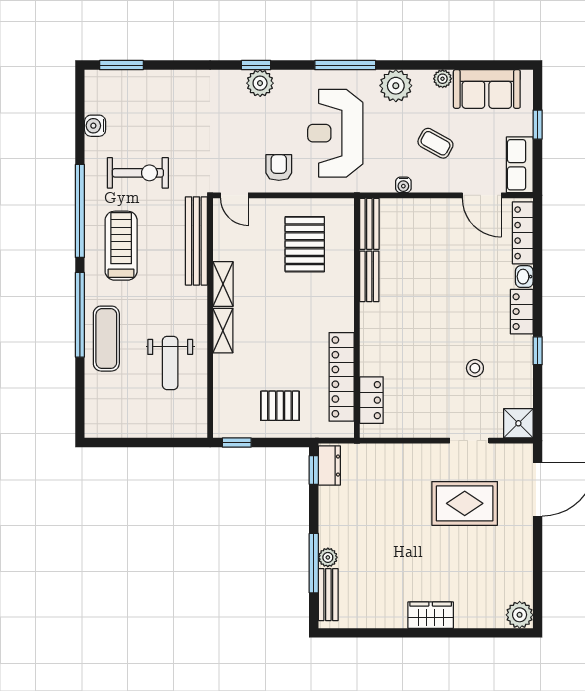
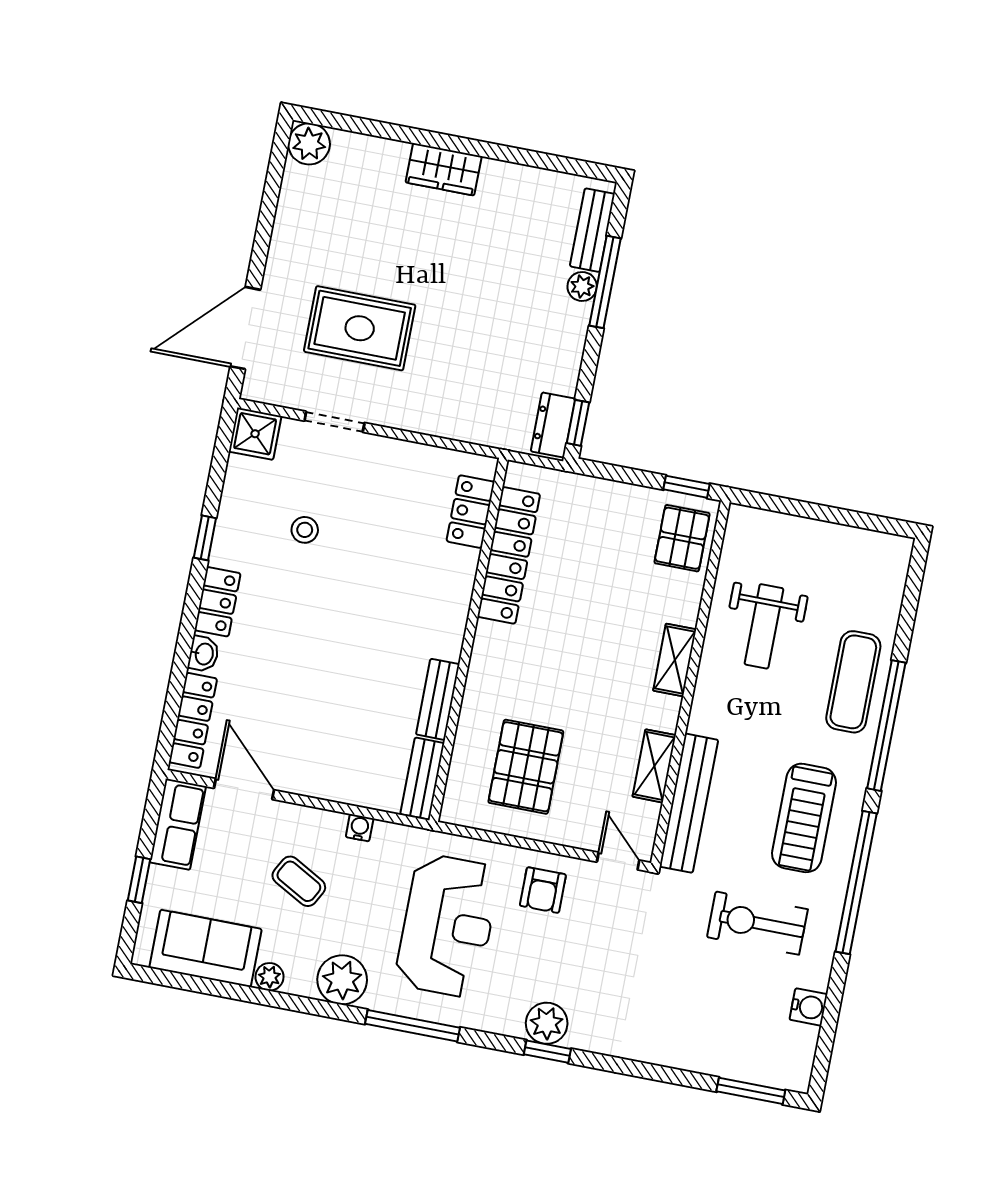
shelving: (223, 284) -> (654, 766), moved
weight bench: (170, 363) -> (764, 626), turned 180
pallet: (280, 406) -> (682, 538), moved, turned 90

